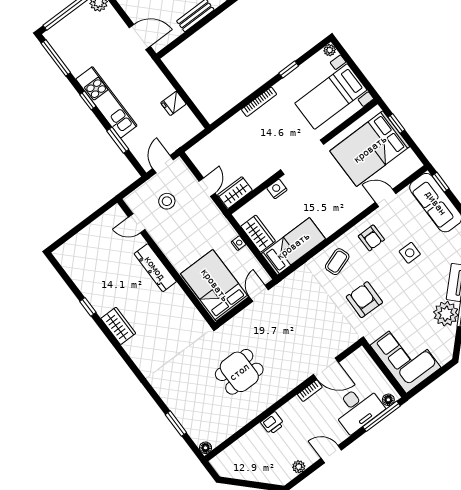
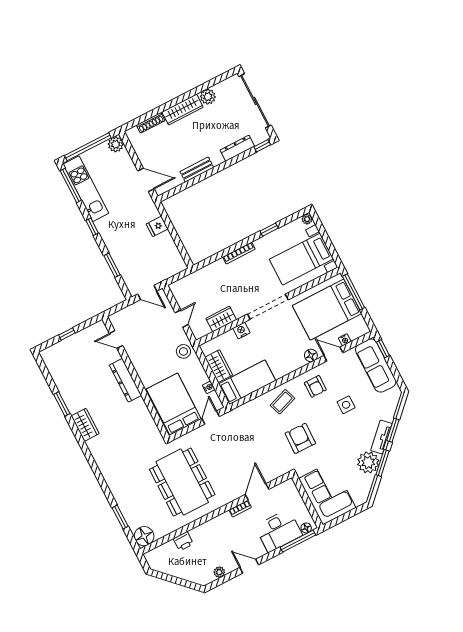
kitchen unit: (106, 102) -> (86, 189), moved
fridge: (173, 103) -> (157, 226), moved
window: (396, 123) -> (354, 292), width x2.17
door: (163, 164) -> (147, 293), swing flipped
nightstand: (396, 180) -> (345, 340), added
wardrobe: (235, 193) -> (221, 319), moved
stool: (167, 201) -> (183, 351), moved
floor lamp: (360, 204) -> (311, 355), added
window: (80, 227) -> (67, 334), added
nightstand: (239, 243) -> (209, 387), moved
window: (88, 307) -> (62, 404), width x1.50
door: (326, 368) -> (257, 492), swing flipped
dining table: (239, 372) -> (182, 482), width x1.88, depth x1.24
printer: (272, 423) -> (183, 541), moved
floor lamp: (205, 448) -> (144, 536), width x1.89, depth x1.89

